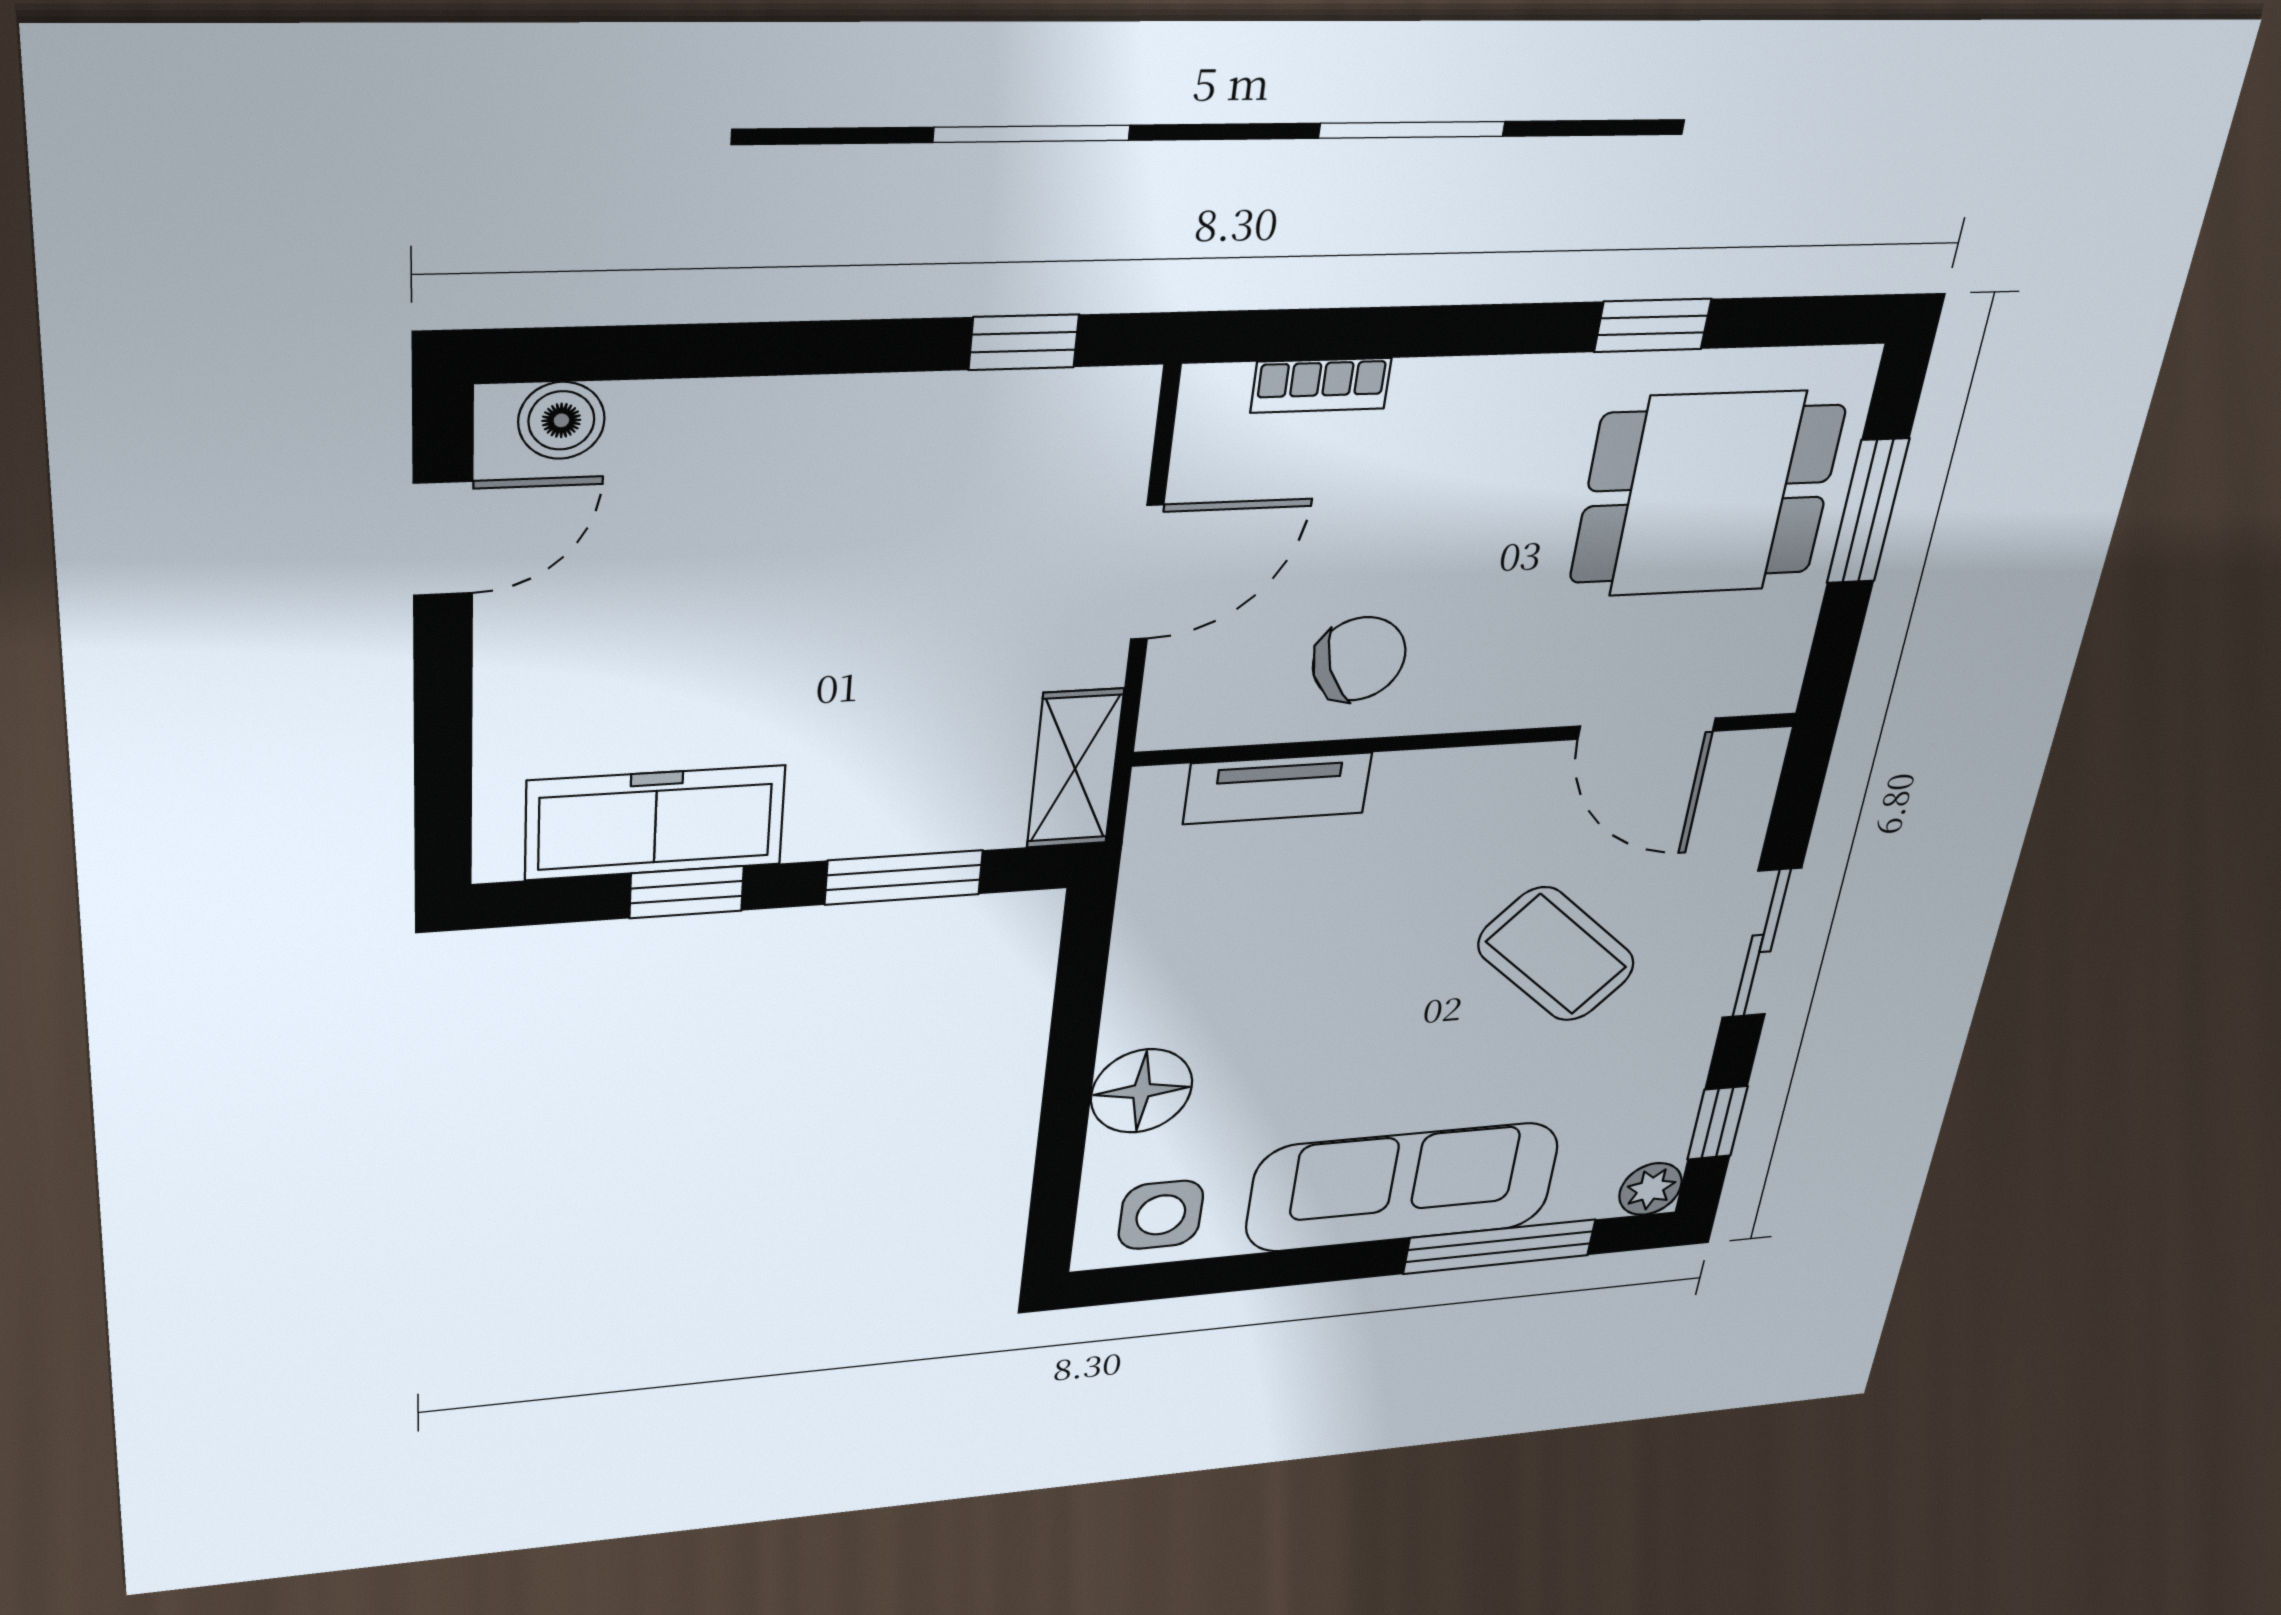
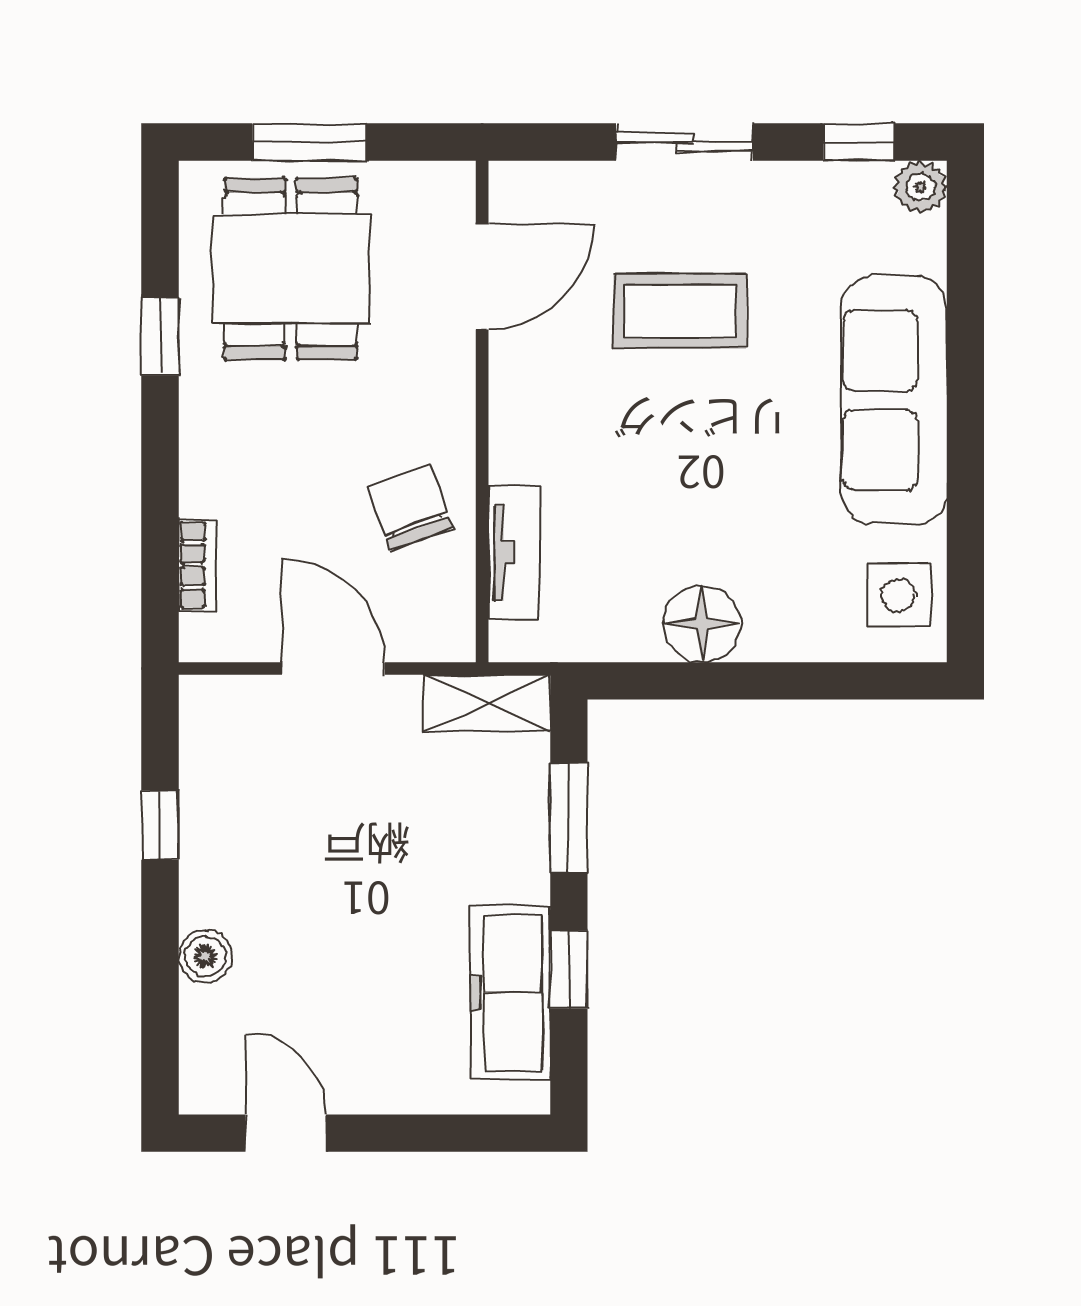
window: (1024, 342) -> (160, 825), moved
boiler: (561, 420) -> (205, 956), moved
coffee table: (1556, 954) -> (680, 311), turned 48
floor lamp: (1142, 1091) -> (702, 624), moved
window: (1500, 1247) -> (965, 308), removed

